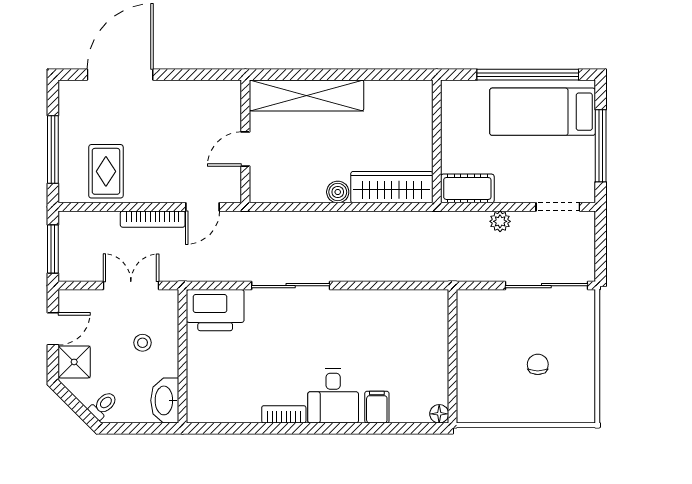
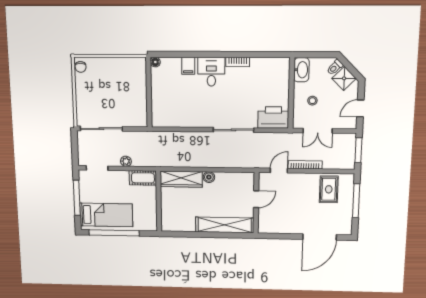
shower: (74, 362) -> (344, 78), moved, turned 45
chair: (538, 364) -> (81, 67), moved

